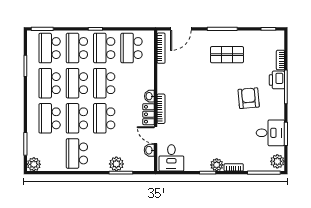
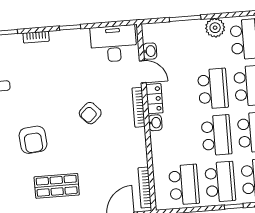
armchair: (249, 98) -> (33, 140), moved
armchair: (198, 107) -> (90, 113), added
desk: (171, 158) -> (114, 44), width x1.37
plant: (116, 164) -> (215, 28), moved
plant: (217, 165) -> (59, 39), removed

